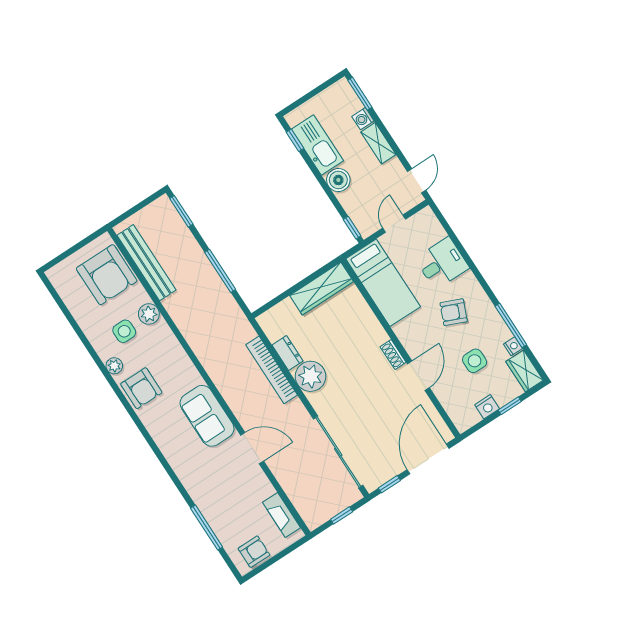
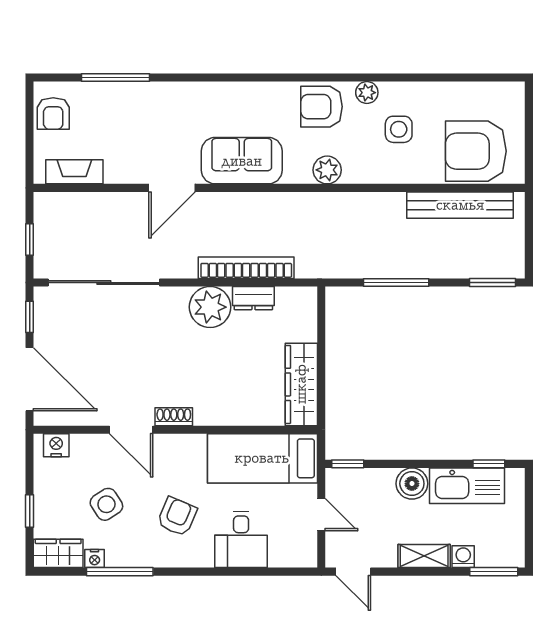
plant: (149, 314) -> (327, 170), moved
side table: (475, 361) -> (106, 504), turned -33
nightstand: (487, 407) -> (56, 445), moved, turned 90

